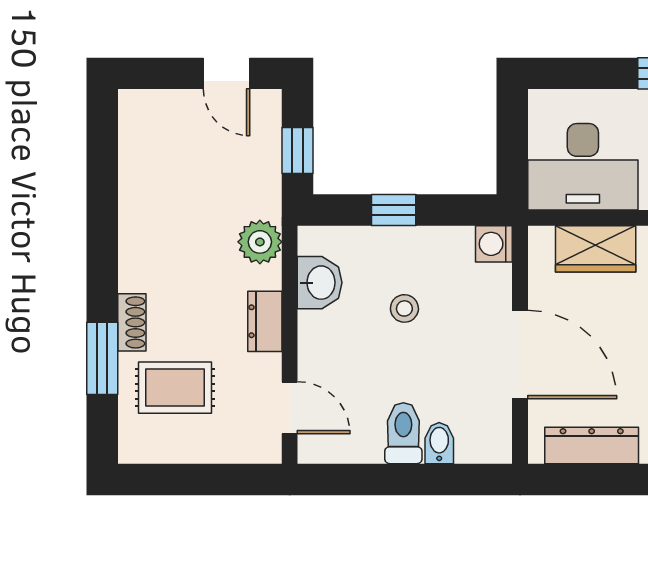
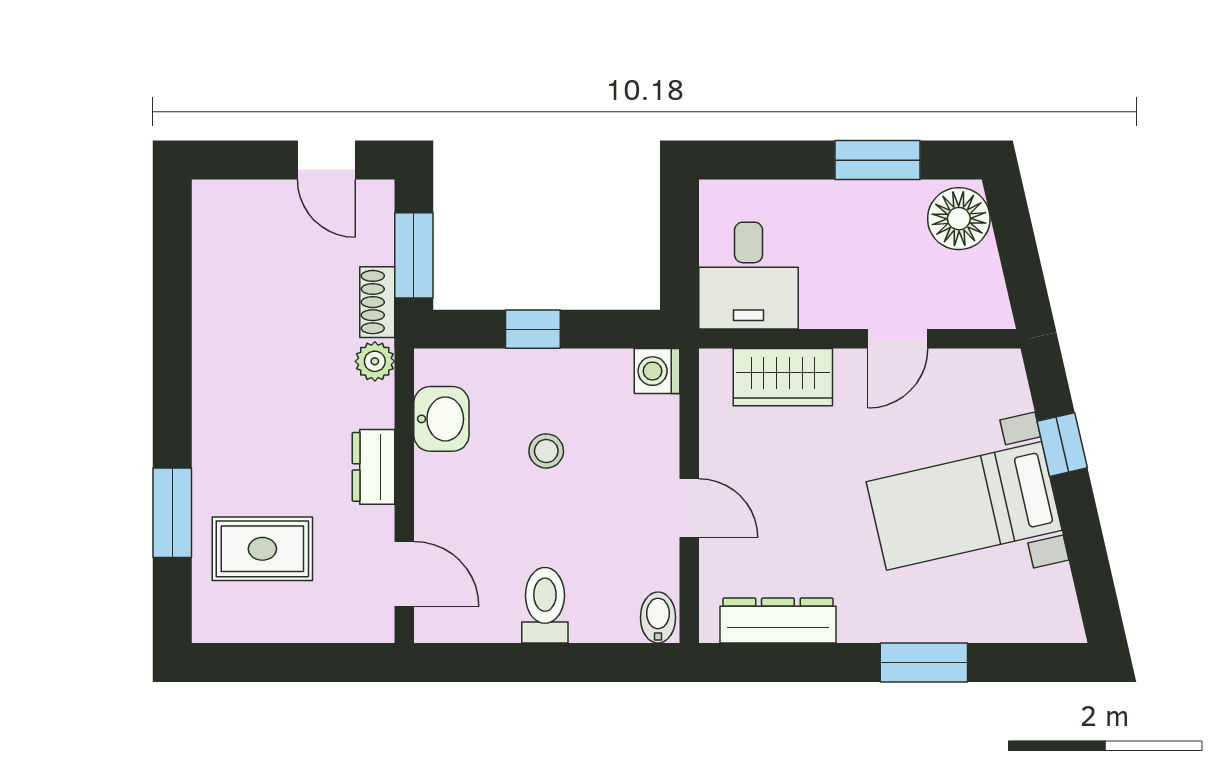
window: (297, 150) -> (414, 255), width x1.50
desk: (583, 167) -> (749, 276), width x0.73
plant: (260, 242) -> (375, 361), width x0.73, depth x0.73
shoe rack: (132, 322) -> (377, 302), moved, turned 180
door: (520, 355) -> (689, 508), width x0.53
bidet: (439, 443) -> (658, 618), moved

